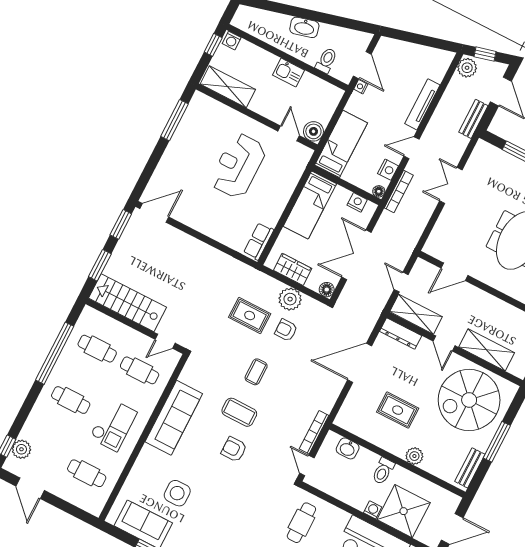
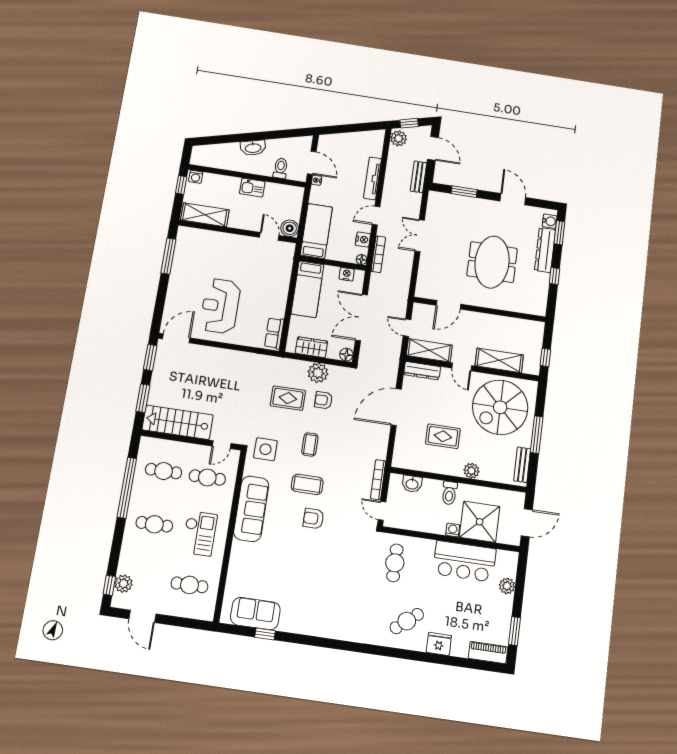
reception desk: (238, 166) -> (220, 306), moved
side table: (177, 493) -> (265, 449), moved

